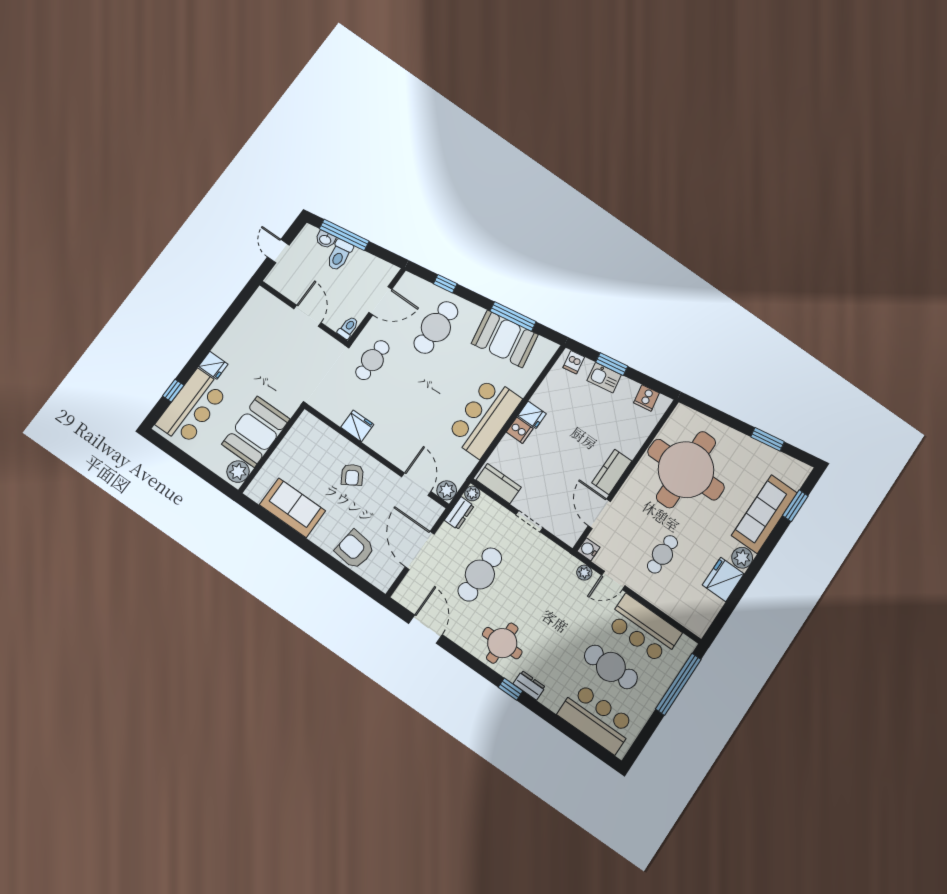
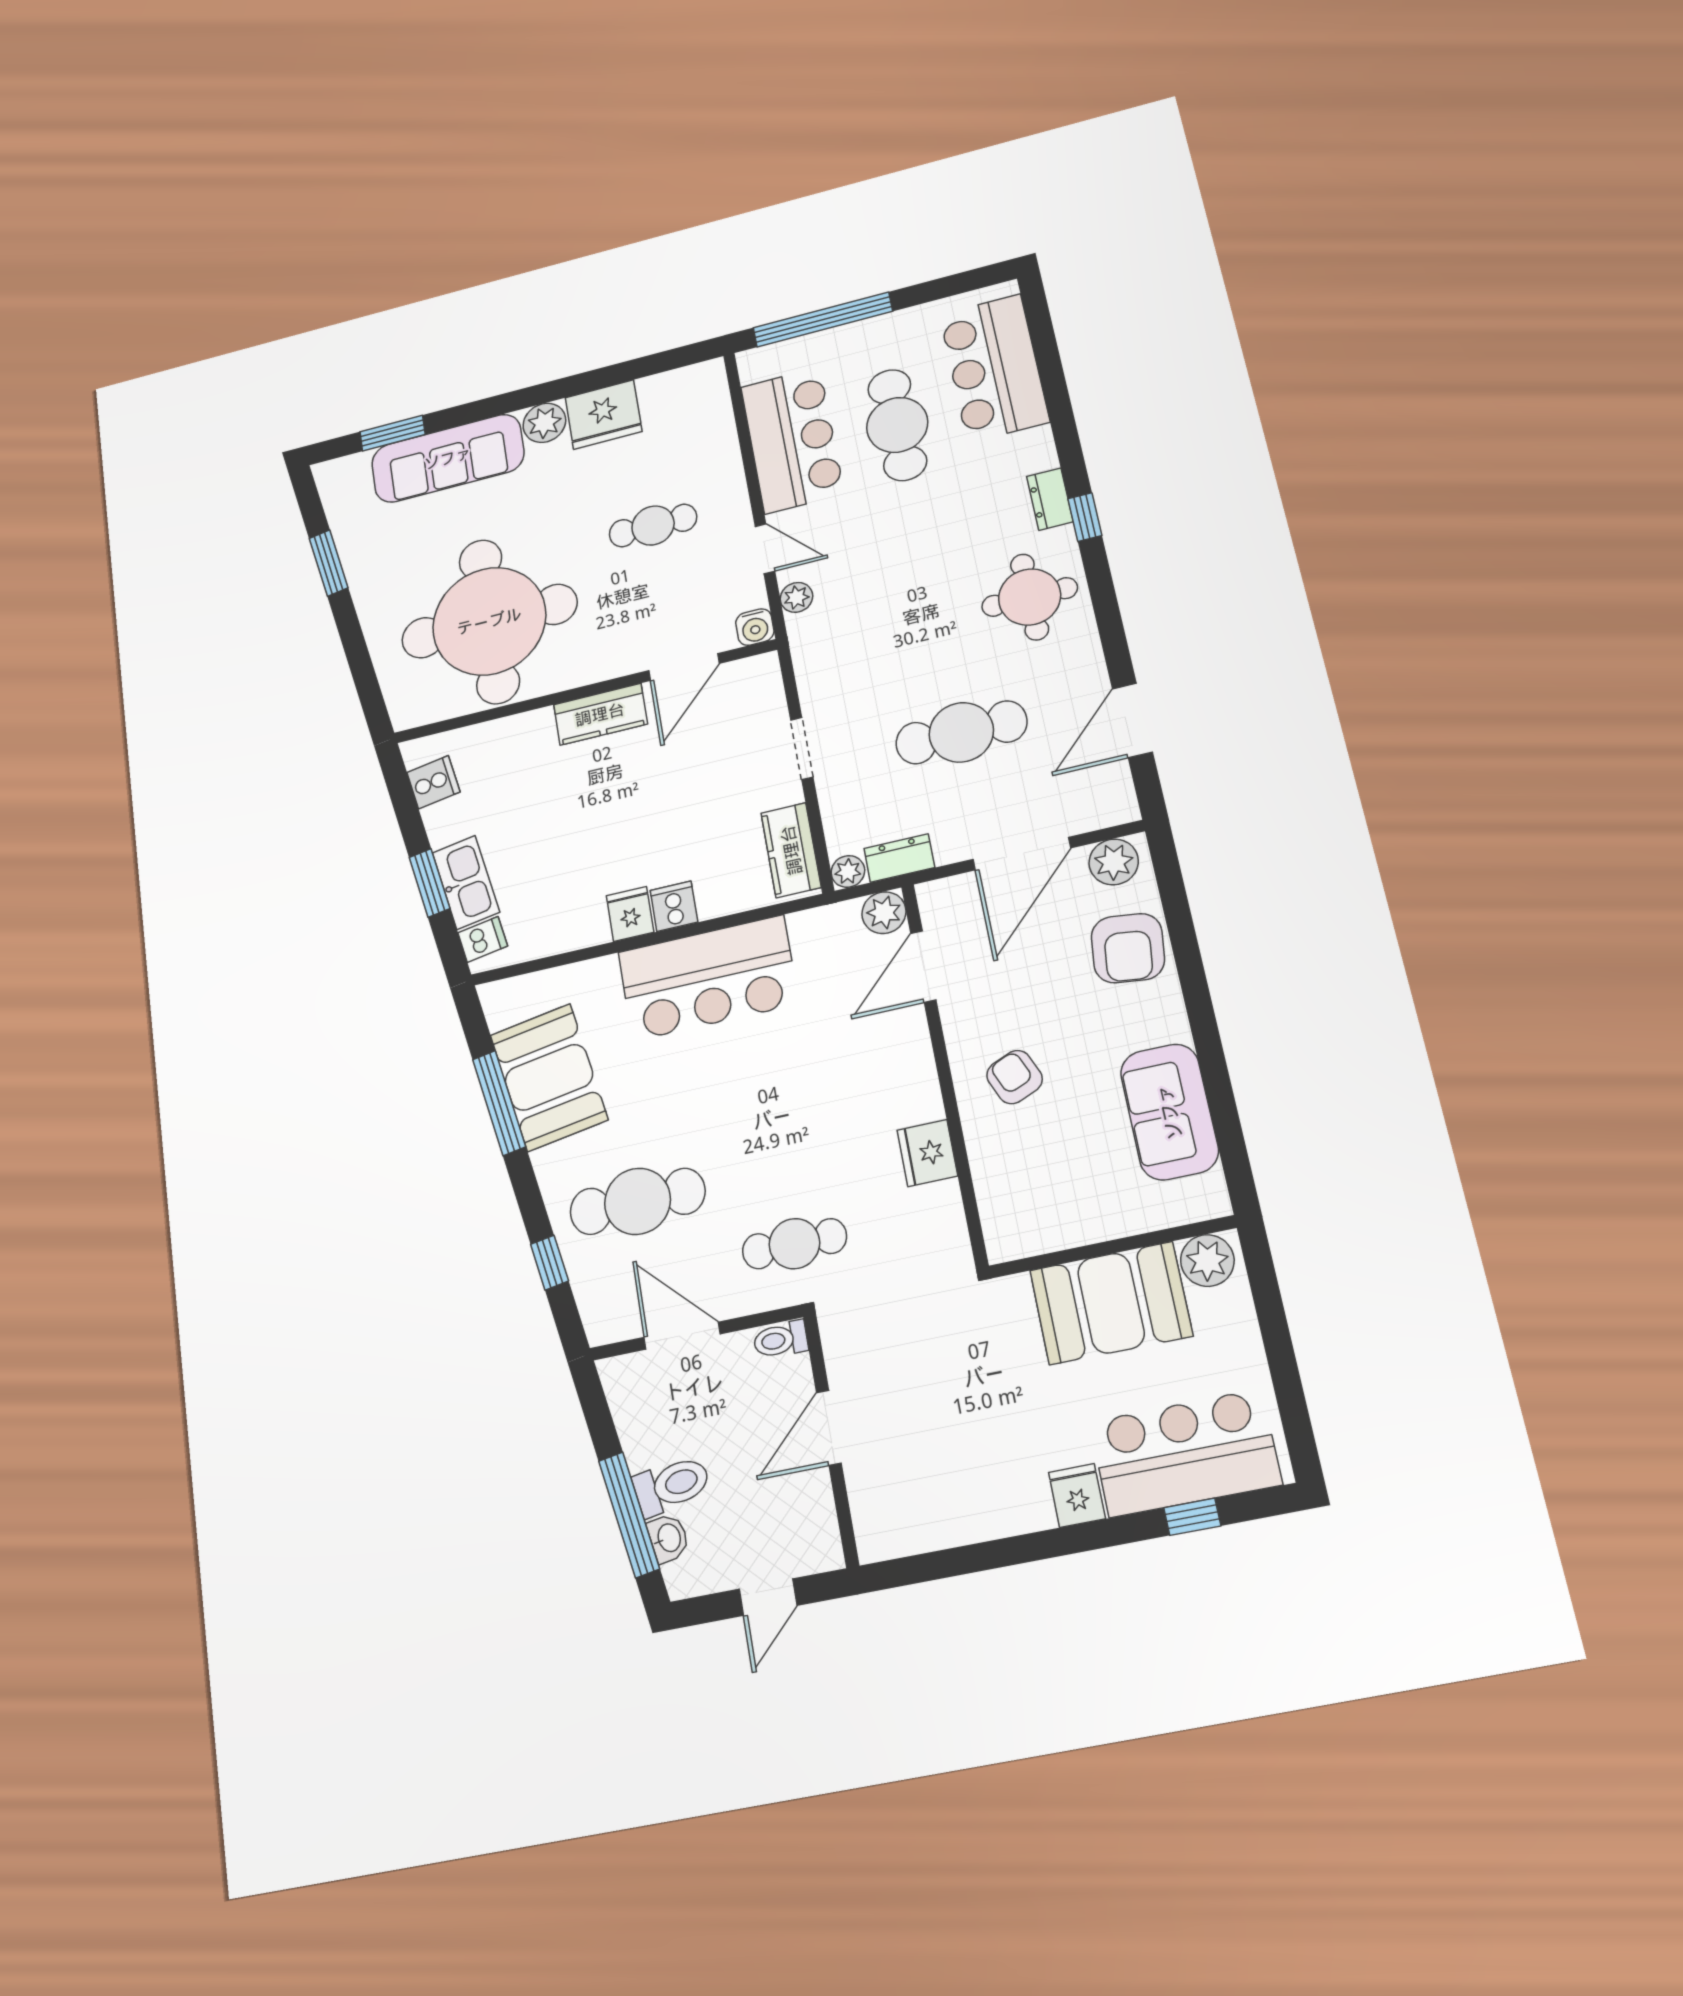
kitchen sink: (604, 378) -> (466, 882), width x1.38
armchair: (352, 475) -> (1015, 1077), turned -82
plant: (386, 574) -> (1114, 862), added

